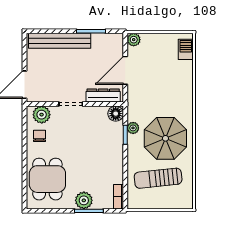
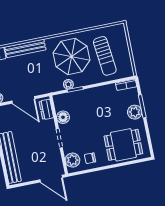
bench: (186, 85) -> (25, 48), added
dresser: (103, 96) -> (46, 109), width x0.70
floor lamp: (116, 114) -> (63, 117), moved

